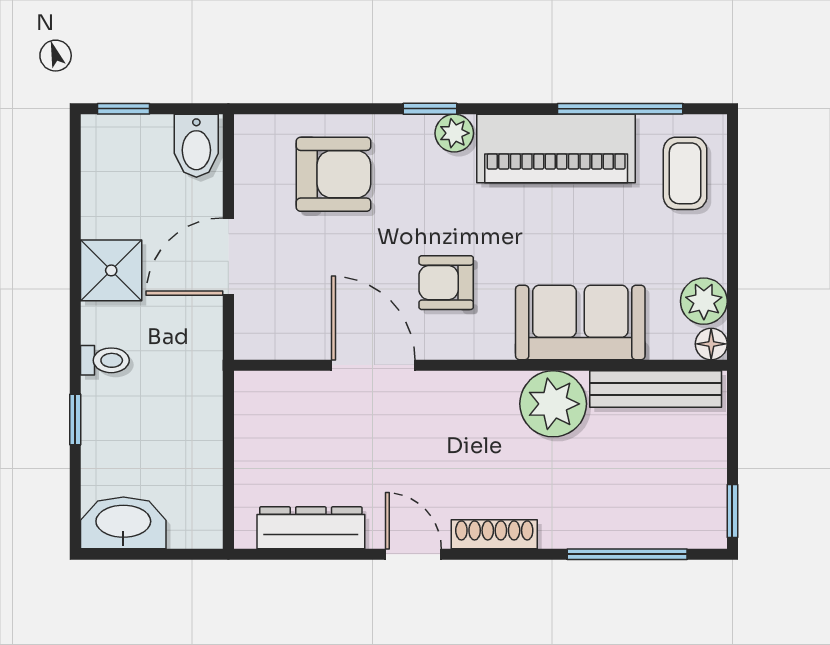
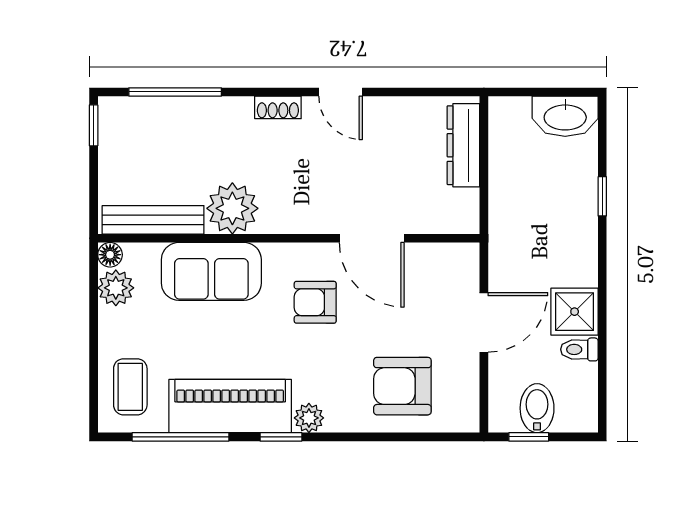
window: (124, 109) -> (529, 437), moved
window: (430, 109) -> (281, 437), moved
bidet: (196, 146) -> (537, 408), moved
armchair: (446, 283) -> (315, 302), turned 180
toilet: (105, 360) -> (579, 349), moved
dresser: (311, 528) -> (463, 145), moved, turned 90
shoe rack: (494, 534) -> (278, 107), width x0.70

